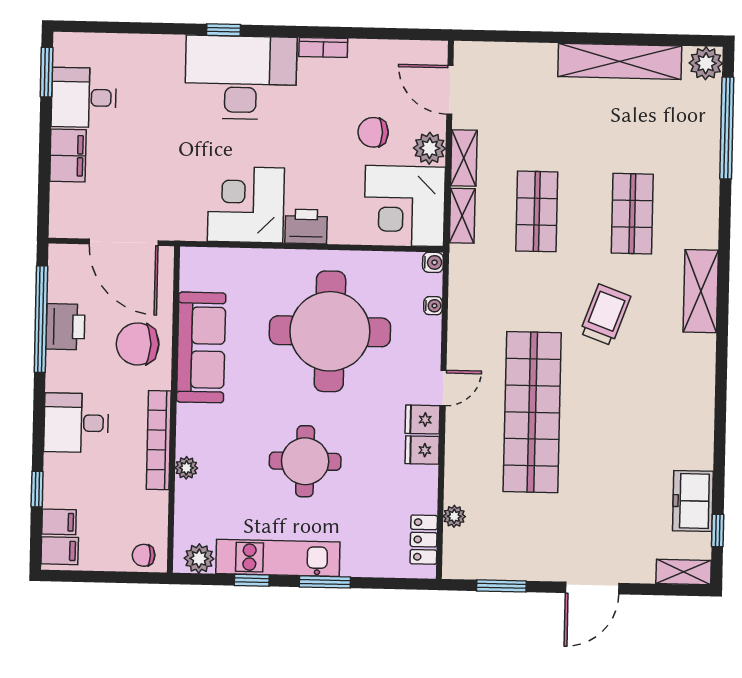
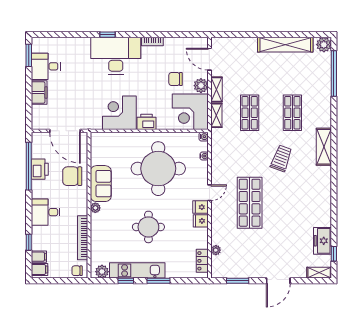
sofa: (201, 347) -> (101, 184), width x0.73
shop shelf: (532, 412) -> (250, 203), width x0.71
bookcase: (159, 440) -> (83, 238), moved
plant: (186, 468) -> (95, 208), moved

